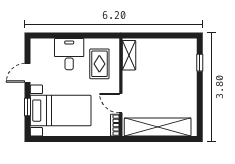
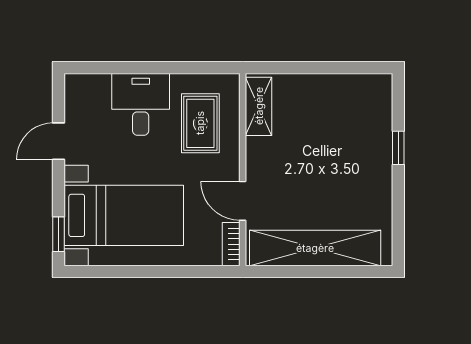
window: (200, 63) -> (398, 148), moved
window: (28, 107) -> (59, 234), moved

